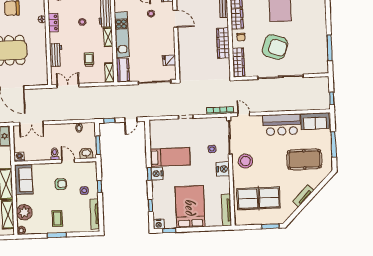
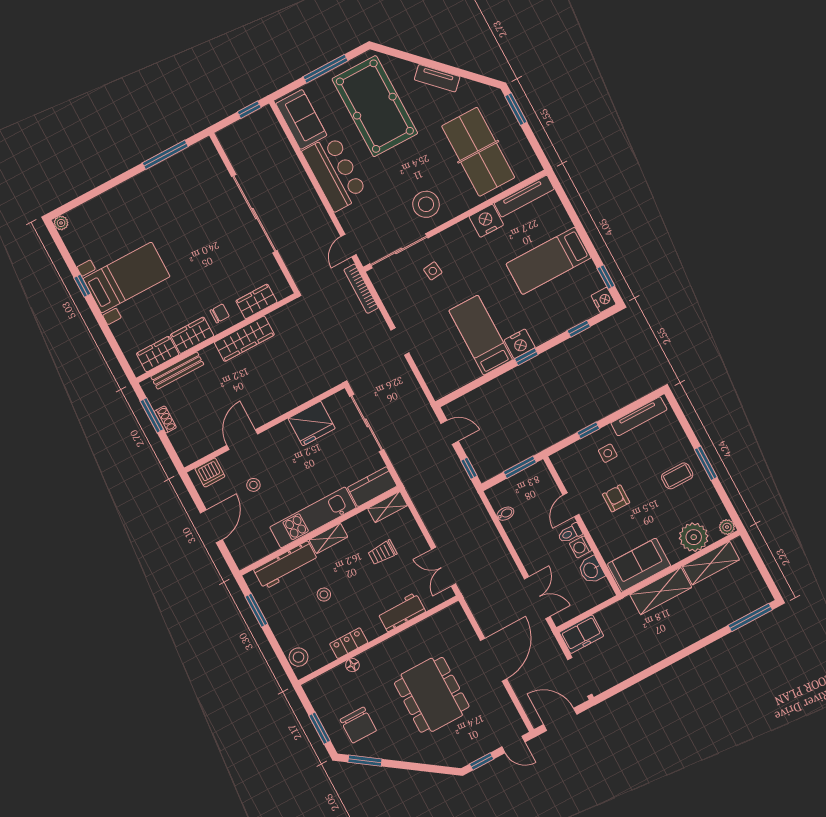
armchair: (275, 47) -> (209, 248), removed
fridge: (169, 60) -> (312, 423), width x1.88, depth x1.34
wardrobe: (238, 62) -> (256, 301), width x0.67
washbasin: (86, 153) -> (591, 570), moved
washing machine: (19, 157) -> (581, 547), moved
pool table: (304, 159) -> (375, 106), width x1.36, depth x1.32
nightstand: (223, 169) -> (486, 221), moved
bed: (190, 207) -> (549, 261), width x0.67

